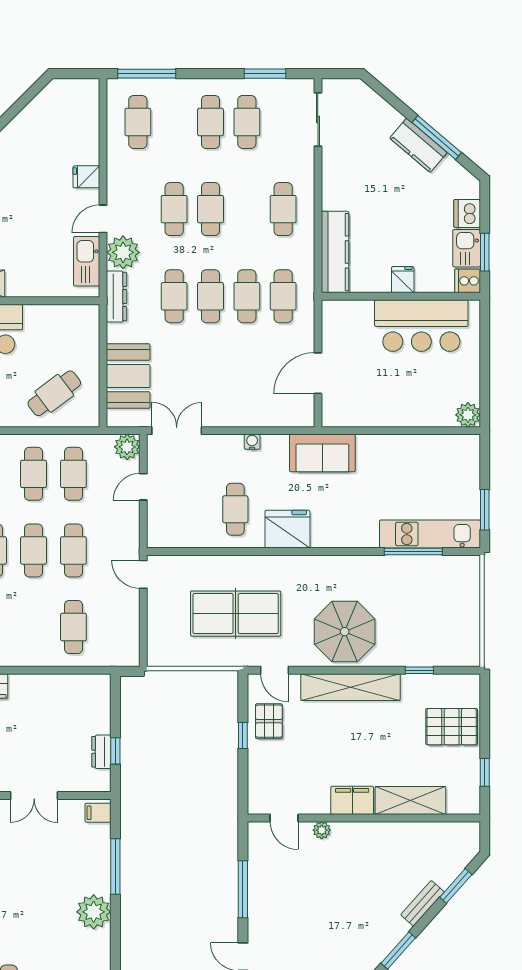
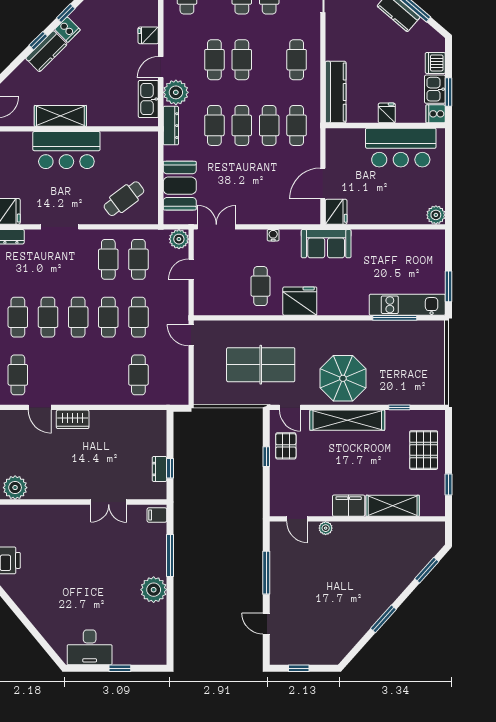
fridge: (336, 411) -> (336, 212), added
pallet: (452, 727) -> (424, 450), turned 90
bench: (422, 903) -> (402, 583), removed

